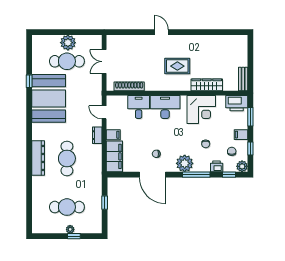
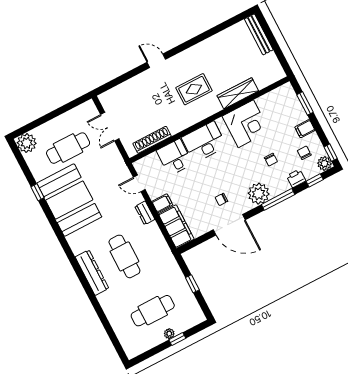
plant: (68, 43) -> (27, 143), moved
bench: (243, 79) -> (259, 34), moved, width x1.36
printer: (237, 103) -> (282, 96), removed
window: (250, 149) -> (331, 153), moved

